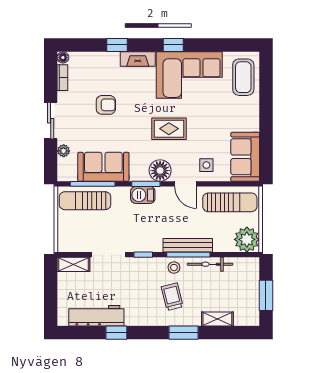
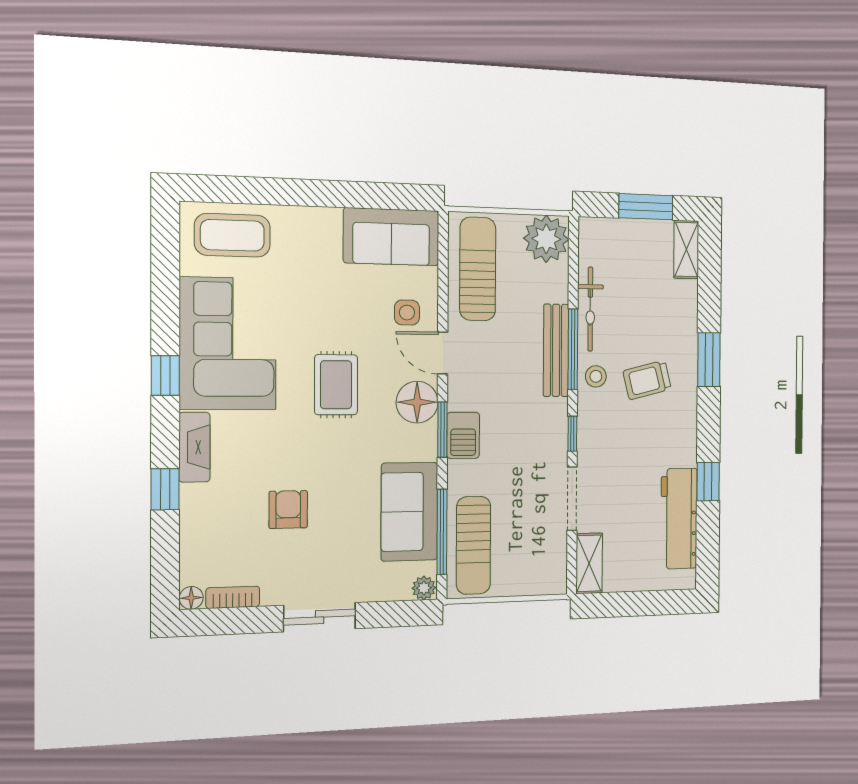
plant: (64, 151) -> (424, 588), moved
door: (186, 184) -> (443, 353), swing flipped
shelving: (217, 319) -> (686, 249), moved

